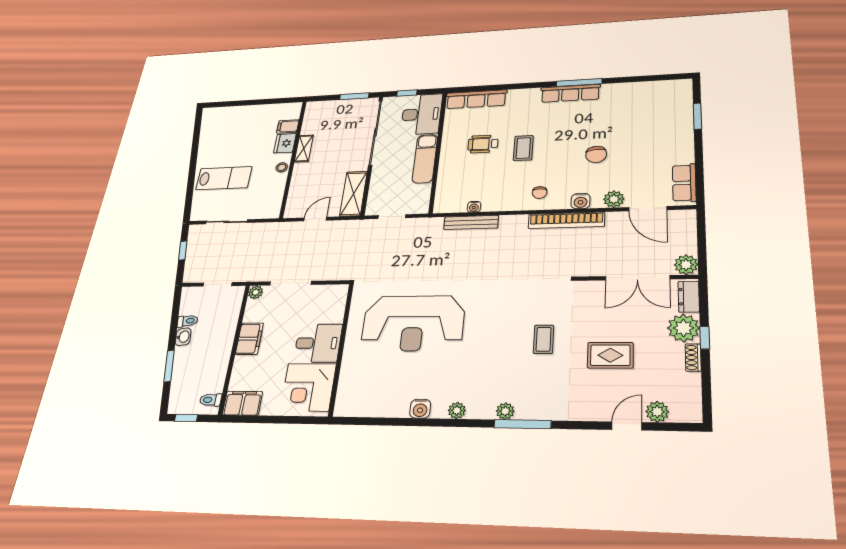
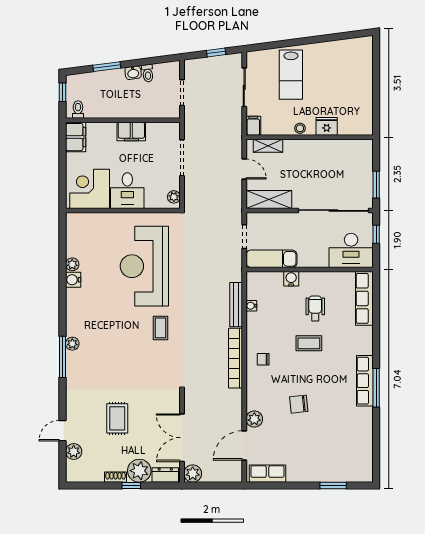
filing cabinet: (288, 126) -> (253, 126), moved
shelving: (304, 148) -> (268, 146), moved
exam couch: (425, 159) -> (271, 259), moved
water cooler: (581, 201) -> (291, 279), moved, turned 90
bookcase: (566, 220) -> (236, 358), moved
plant: (256, 292) -> (174, 197), moved
coffee table: (543, 339) -> (161, 328), moved, turned 90
plant: (457, 410) -> (72, 264), moved
door: (627, 426) -> (63, 431), swing flipped

